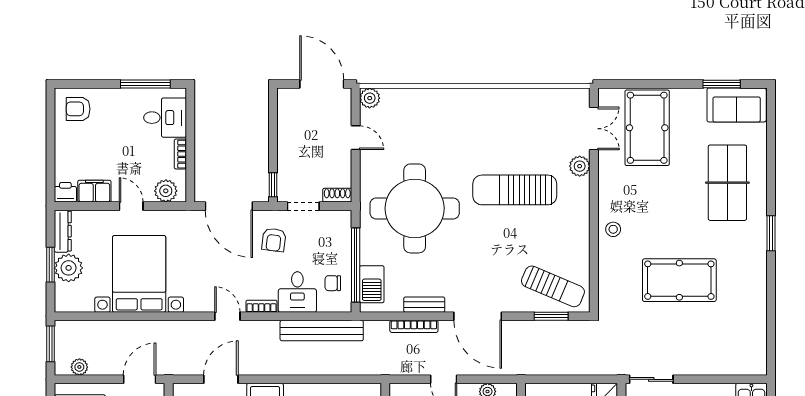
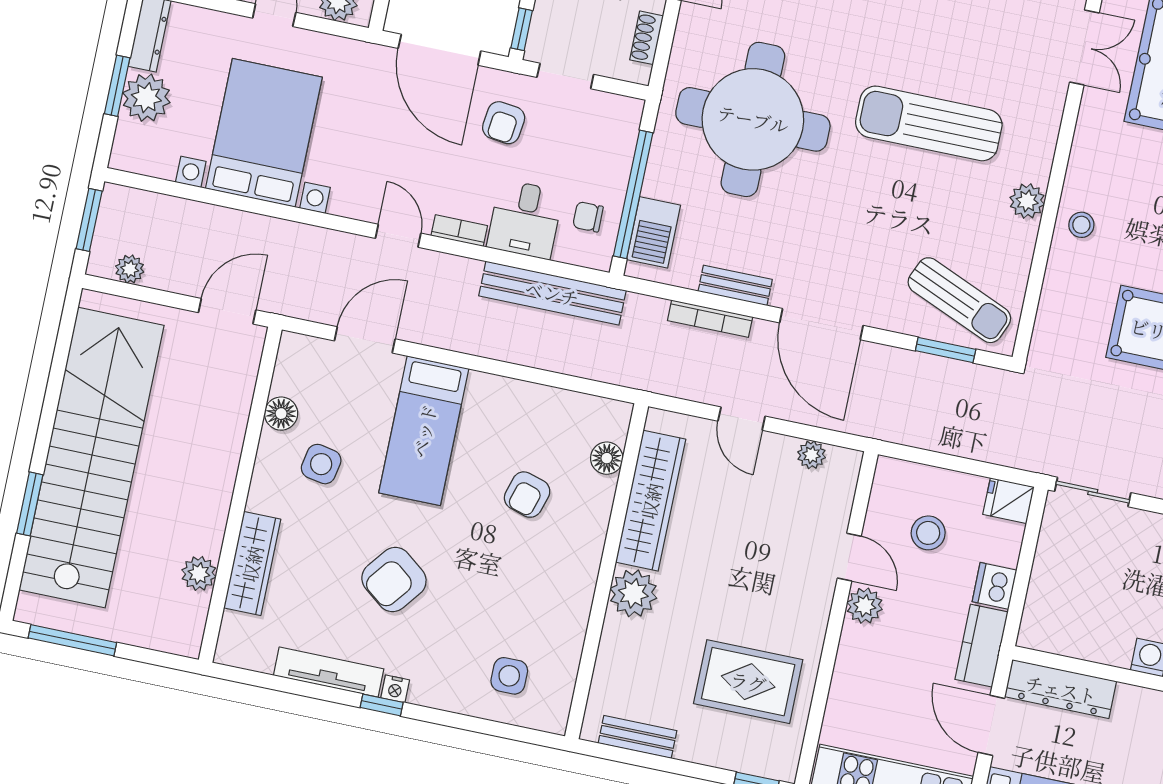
plant: (580, 166) -> (1027, 201), moved
shoe rack: (337, 195) -> (647, 38), moved, turned -90

